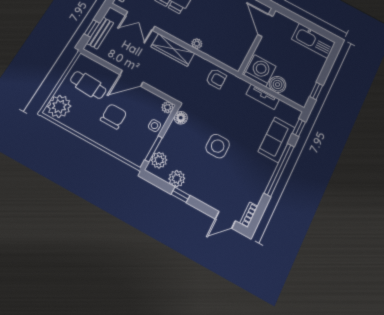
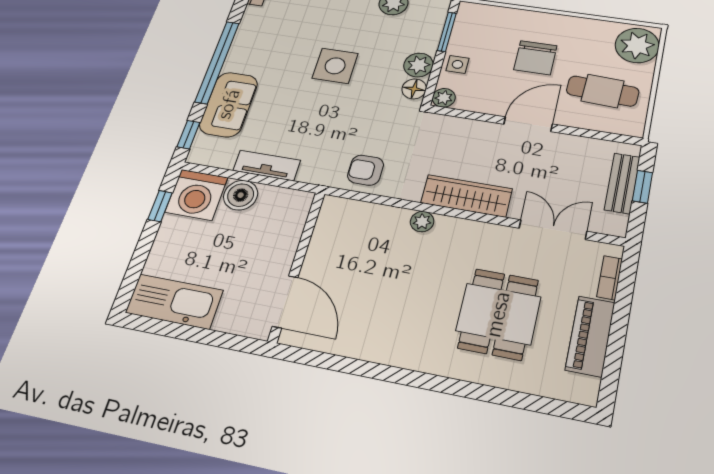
washing machine: (260, 71) -> (196, 195), moved
plant: (159, 160) -> (418, 65), moved

